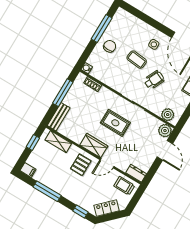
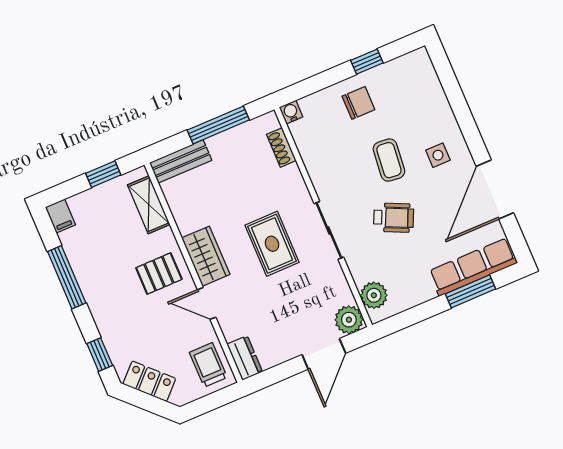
window: (102, 28) -> (367, 62), width x0.46

